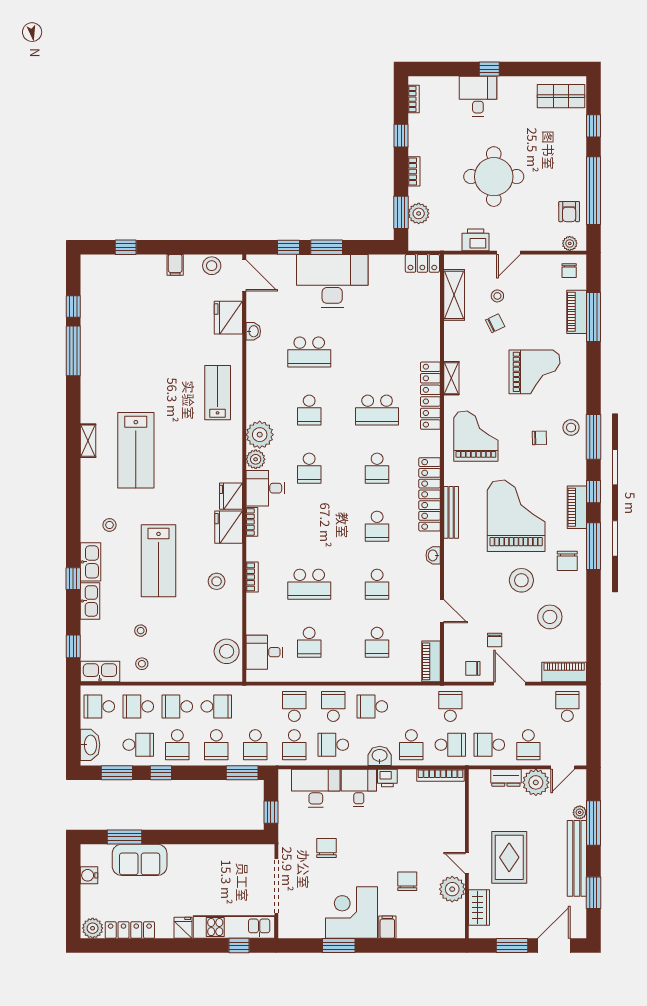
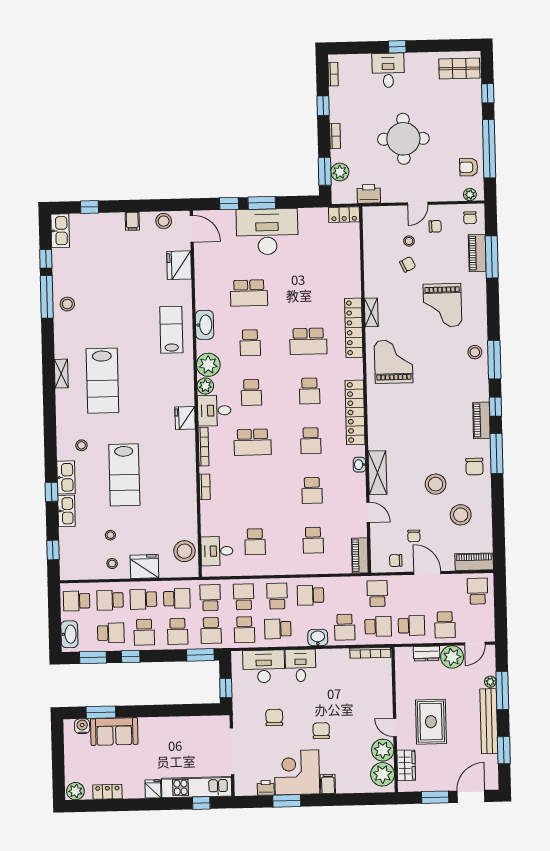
armchair: (569, 212) -> (469, 167), turned 90
printer: (476, 240) -> (369, 194), moved
shelving: (454, 295) -> (377, 473), moved
washbasin: (253, 331) -> (205, 325), moved, width x1.91, depth x1.45
grand piano: (535, 372) -> (442, 305), turned 90
chair: (539, 438) -> (435, 226), moved
bench: (451, 512) -> (374, 427), removed
grand piano: (516, 516) -> (430, 429), removed
bookcase: (252, 522) -> (204, 447), width x1.56
fridge: (229, 527) -> (144, 566), moved, turned 90
stool: (217, 581) -> (67, 304), moved
school desk: (309, 584) -> (253, 442), moved
kitchen sink: (100, 672) -> (60, 231), moved, turned 90
school desk: (255, 706) -> (210, 598), added
school desk: (489, 745) -> (412, 626), turned 180
printer: (387, 778) -> (266, 788), moved, turned 180
water cooler: (89, 875) -> (82, 726), moved, turned 90
chair: (407, 881) -> (321, 731), moved
plant: (451, 917) -> (383, 774), added
locker: (130, 930) -> (107, 792), width x0.66

